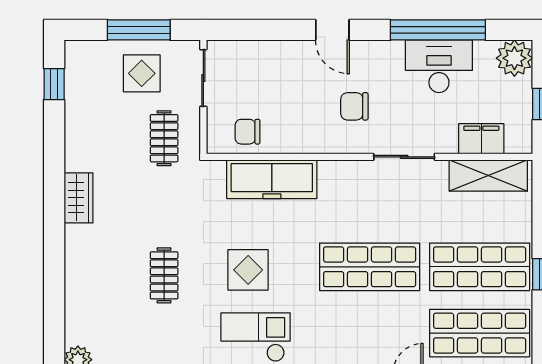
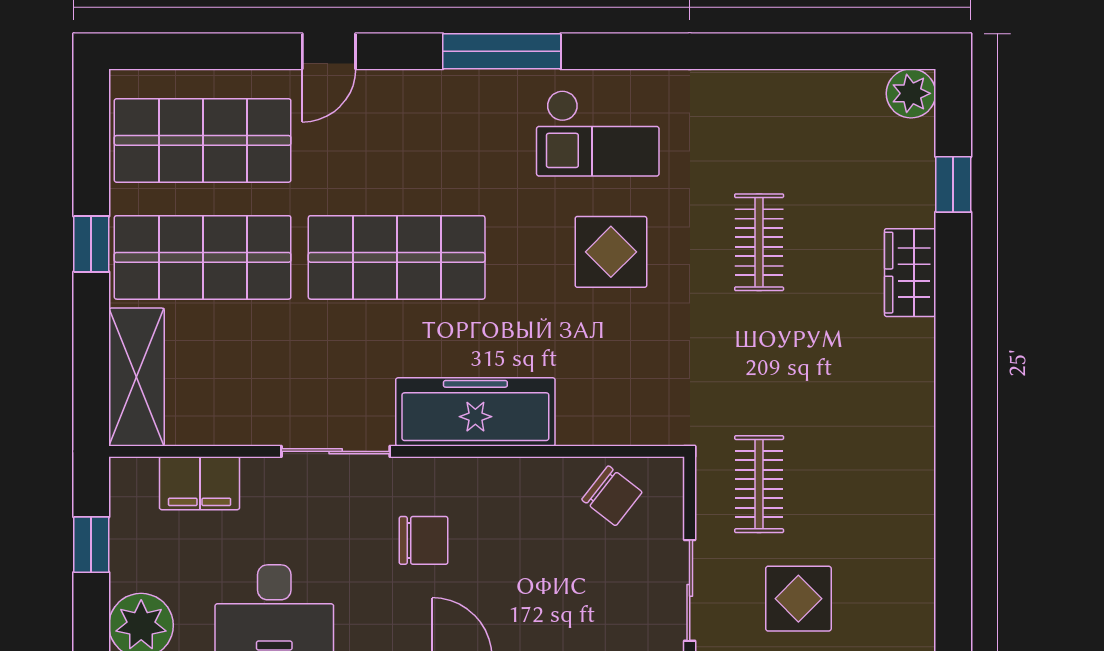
window: (54, 84) -> (953, 184), moved
chair: (248, 132) -> (612, 496), turned 38
shelving: (488, 175) -> (136, 377), moved, turned 90
freezer: (272, 179) -> (475, 412), moved
wardrobe: (78, 198) -> (910, 273), moved

